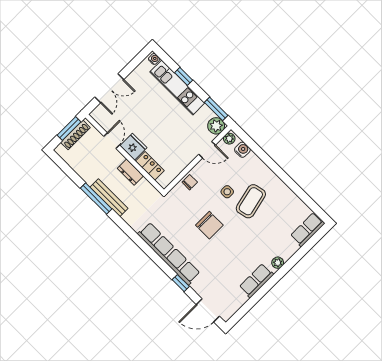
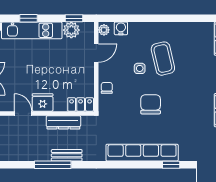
window: (216, 109) -> (74, 18), width x0.67
plant: (216, 126) -> (71, 30), moved
locker: (150, 166) -> (81, 104), moved
dresser: (130, 172) -> (63, 122), width x1.44
bench: (109, 198) -> (67, 155), width x0.73
chair: (209, 225) -> (151, 104), turned -90

